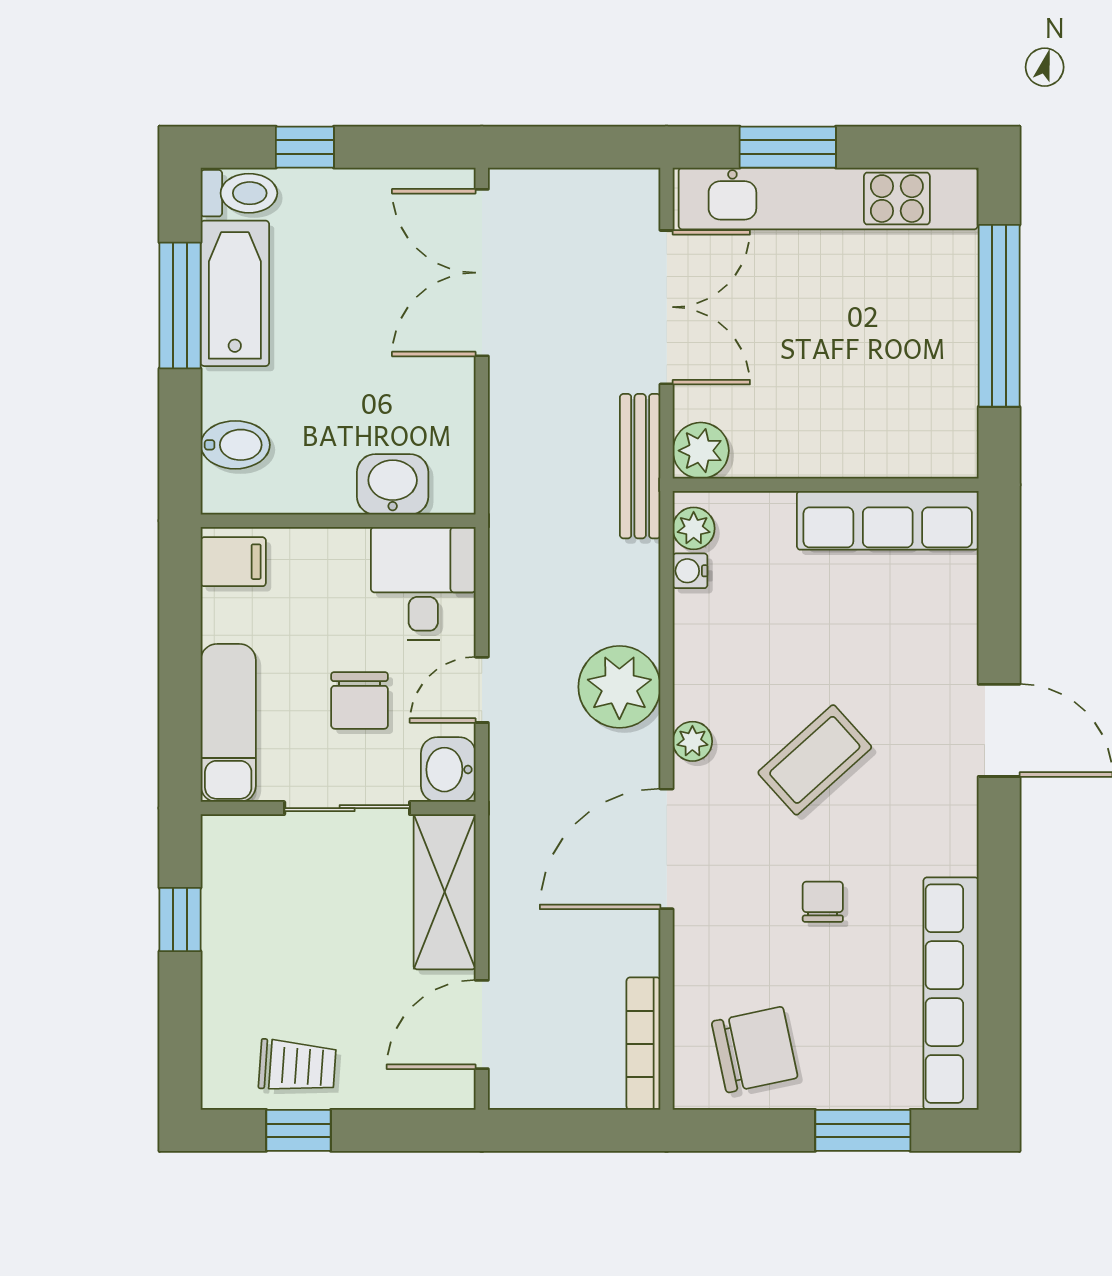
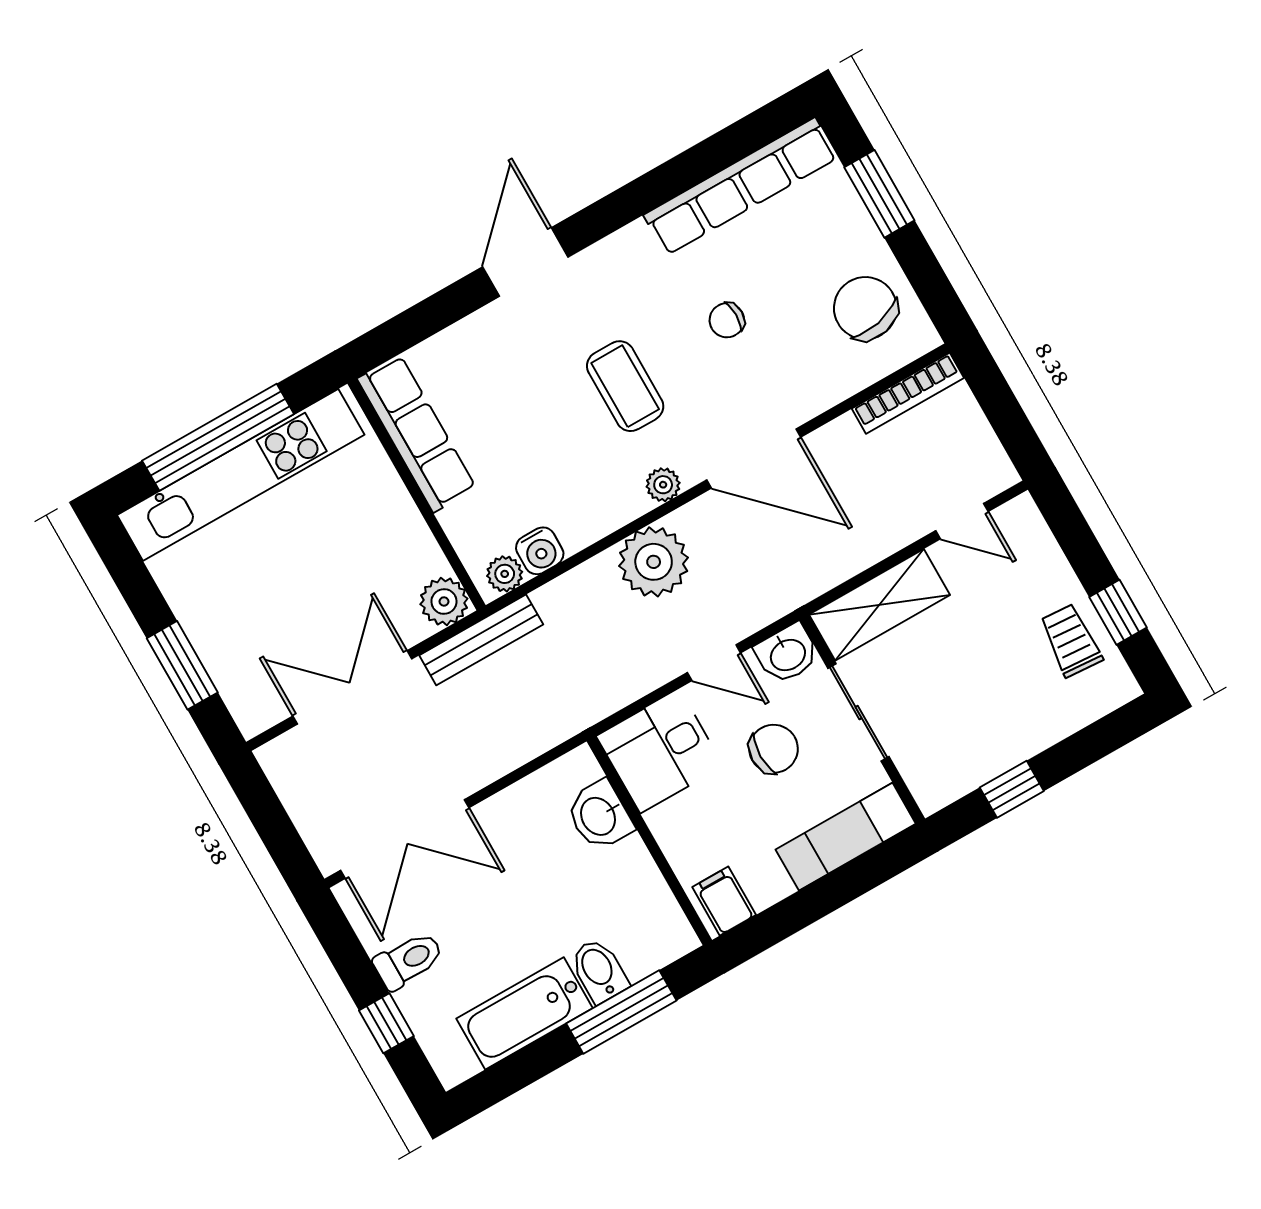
toilet: (239, 193) -> (408, 960), moved, turned 90
kitchen unit: (828, 199) -> (241, 475), moved, turned 90
window: (180, 305) -> (621, 1012), moved
bidet: (235, 445) -> (599, 970), moved
water cooler: (690, 571) -> (540, 551), width x1.38, depth x1.38
coffee table: (815, 760) -> (625, 386), turned 42
door: (482, 1025) -> (962, 521), width x0.73

